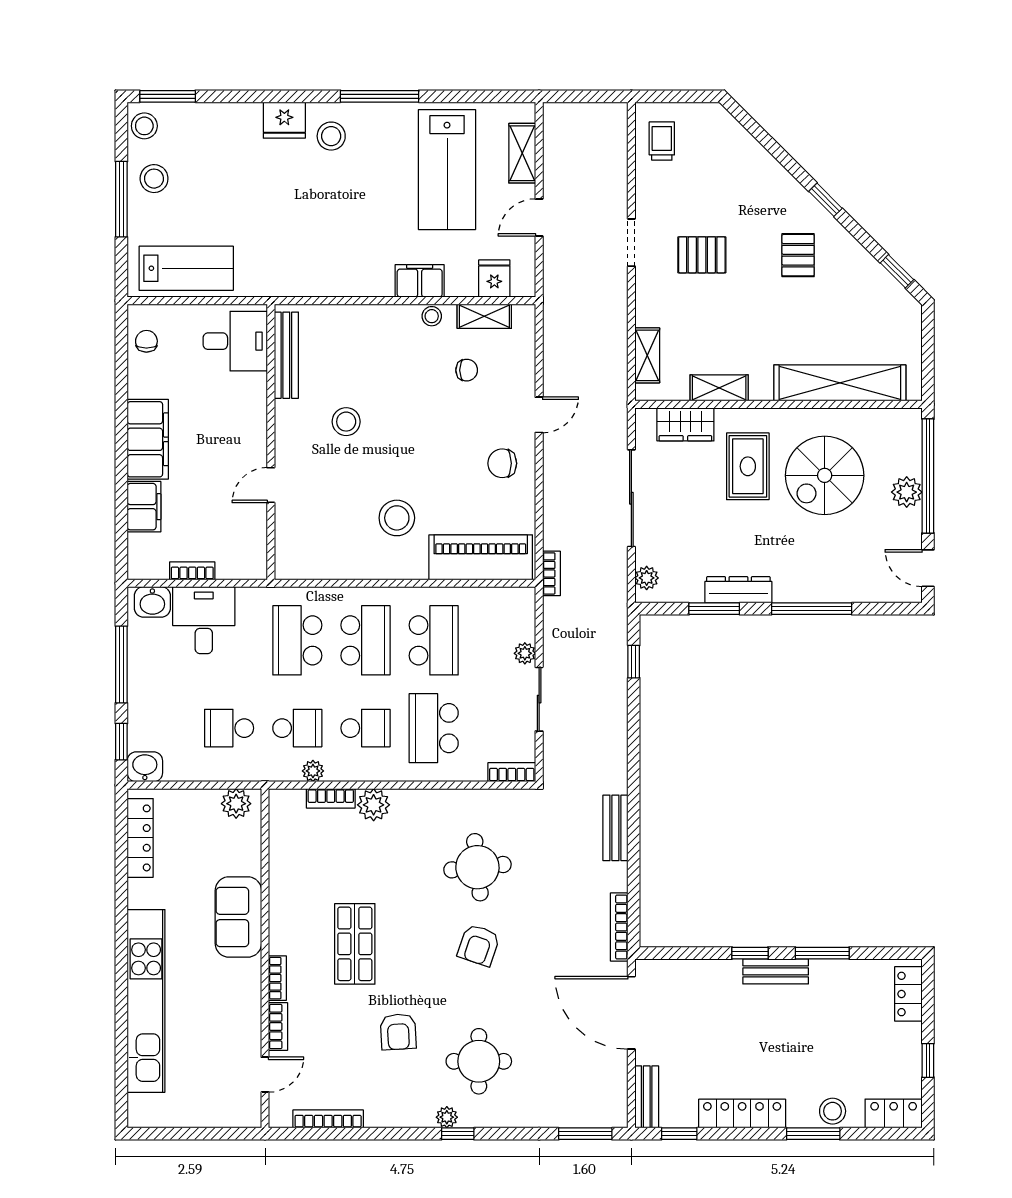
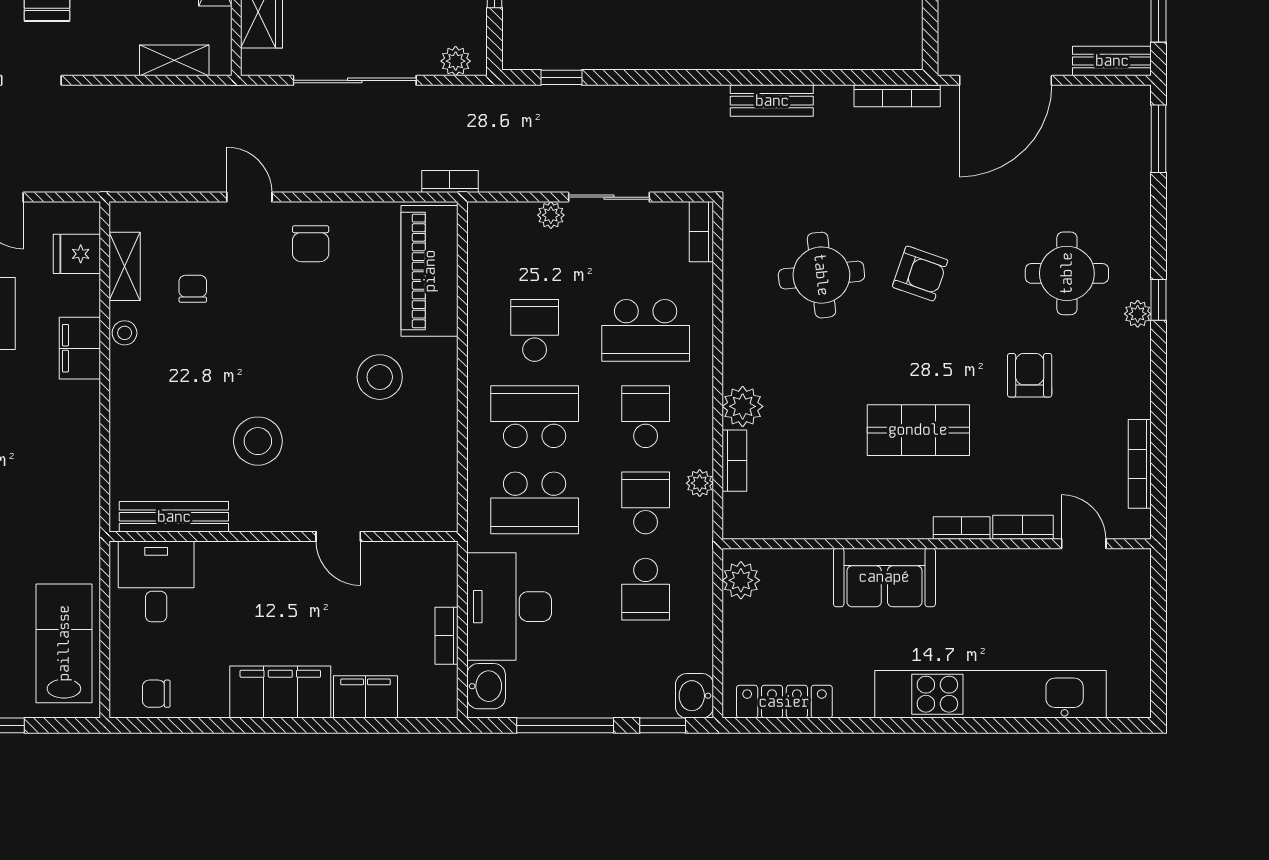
stool: (346, 422) -> (258, 441), width x1.38, depth x1.38
desk: (204, 620) -> (509, 607), width x1.37
school desk: (434, 640) -> (535, 330), width x0.54
armchair: (398, 1032) -> (1030, 375), turned -87

